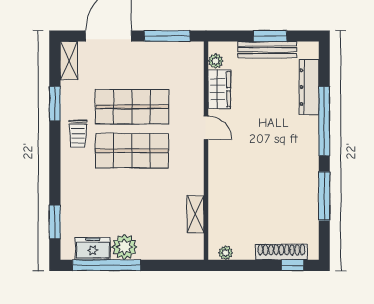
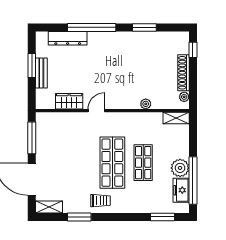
bench: (267, 50) -> (41, 73), width x0.73
plant: (216, 61) -> (146, 104), moved
shop shelf: (132, 107) -> (143, 163), moved, width x0.70, depth x0.74
window: (324, 196) -> (144, 27), width x0.69
shelving: (195, 214) -> (176, 118), moved
shoe rack: (281, 252) -> (183, 73), moved

